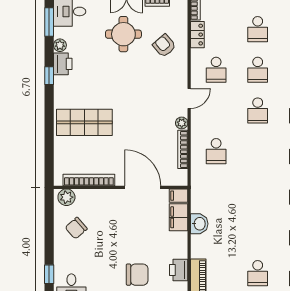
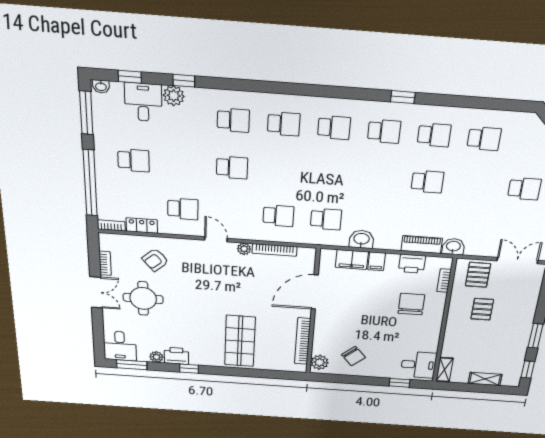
school desk: (258, 70) -> (326, 219), moved
filing cabinet: (179, 196) -> (377, 261), moved

